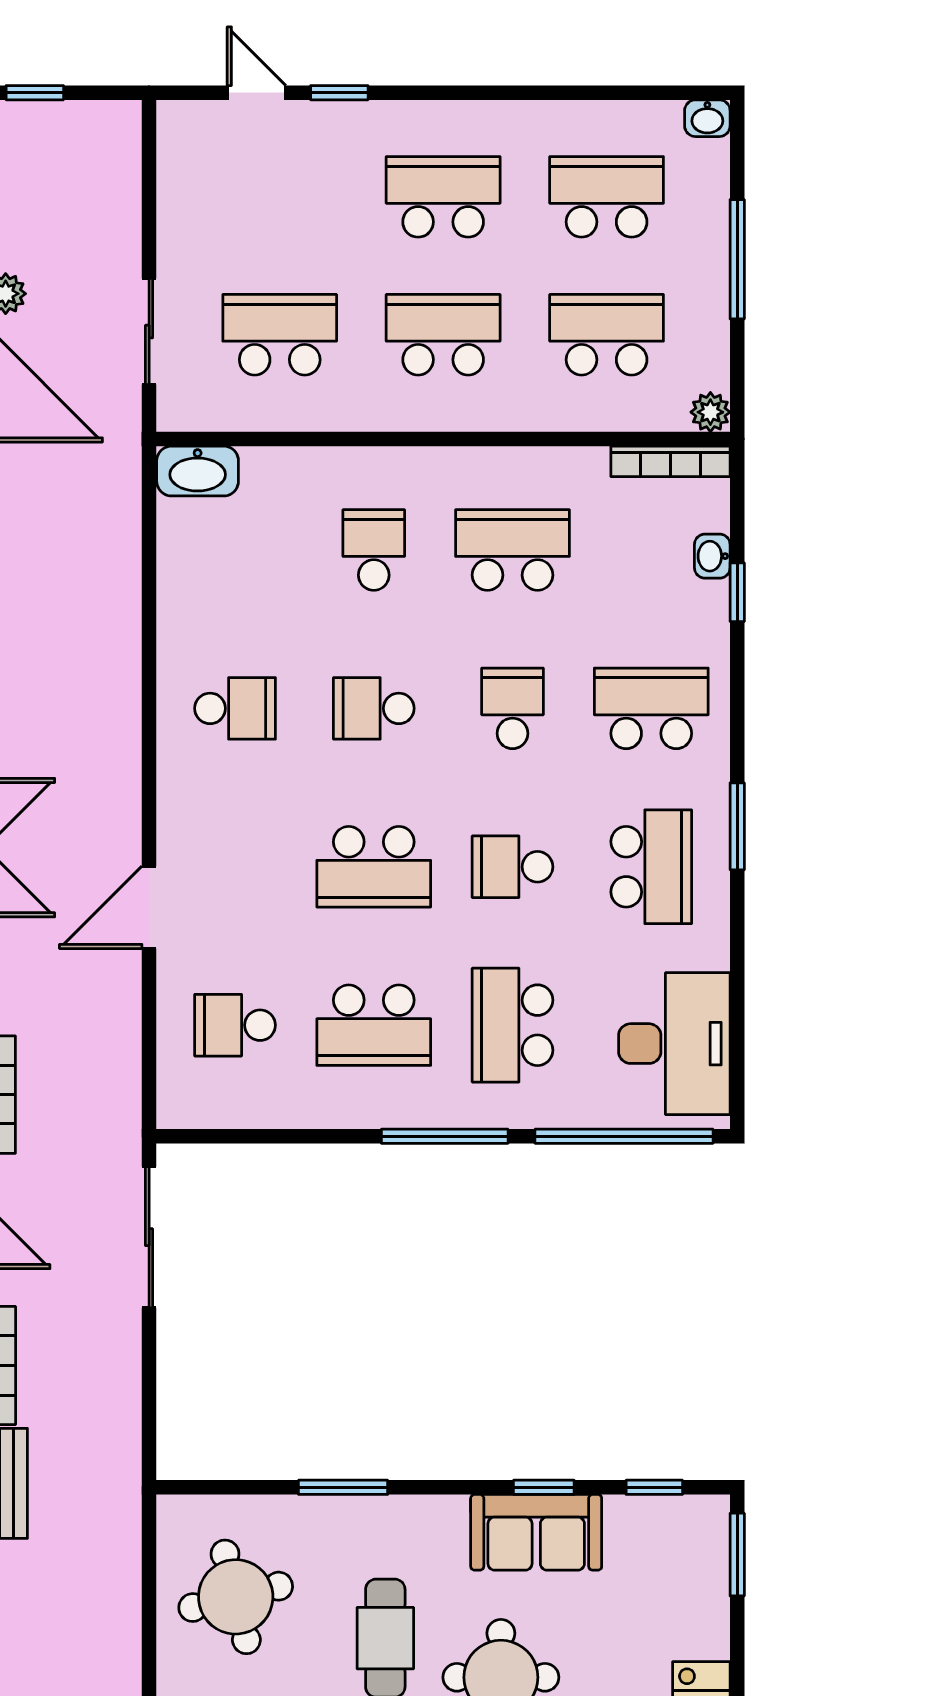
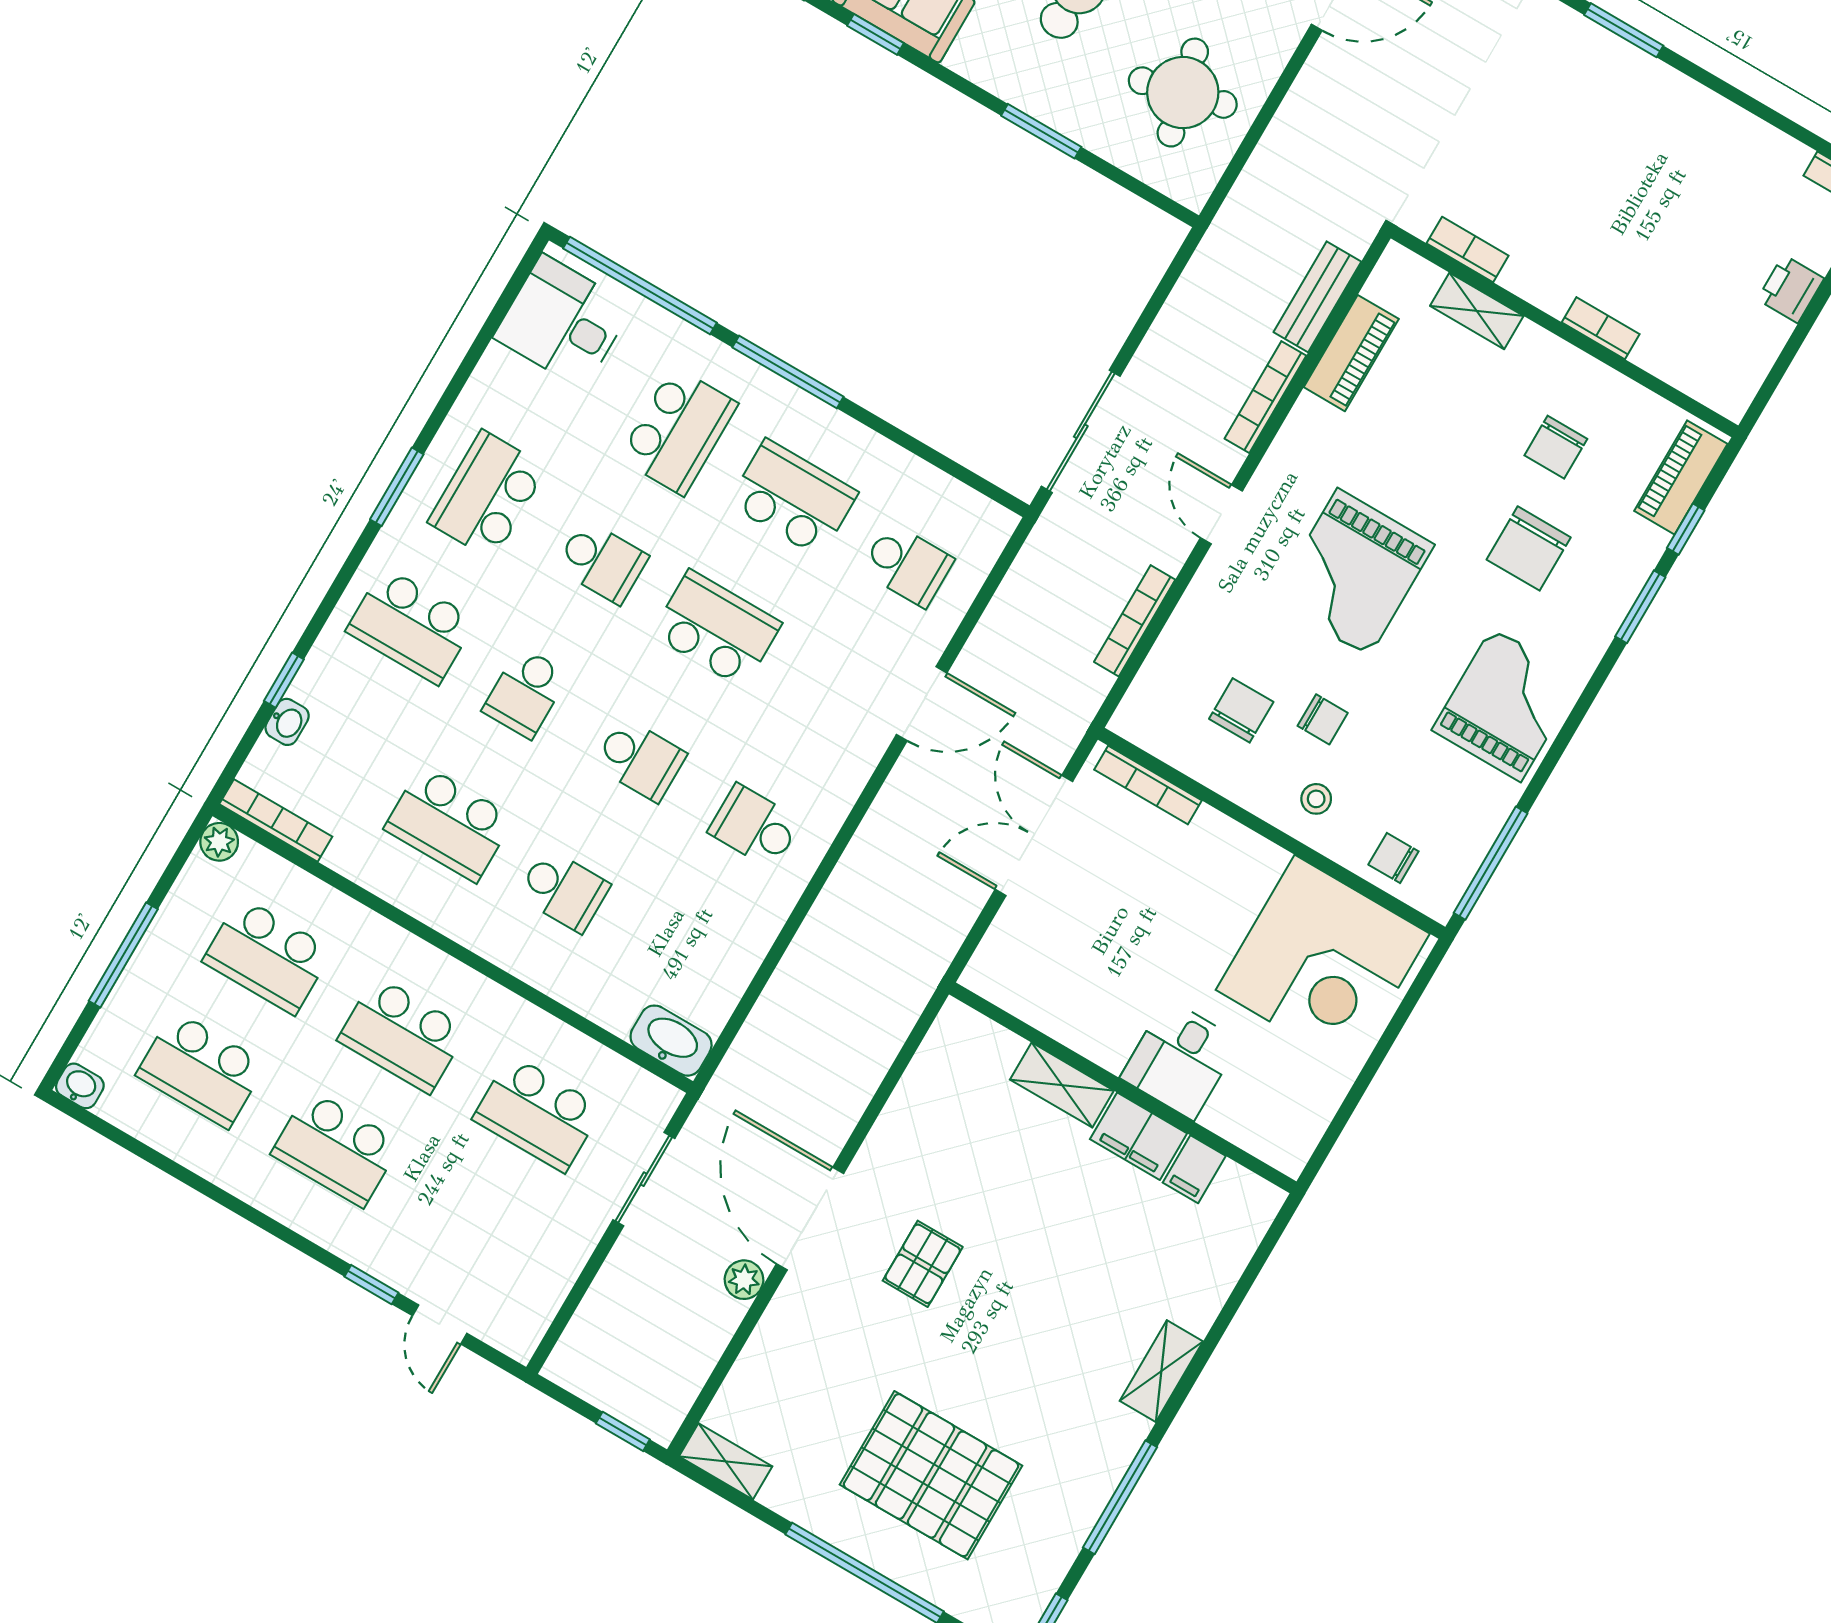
school desk: (374, 550) -> (564, 890), turned -90
desk: (674, 1044) -> (563, 322), width x0.73

